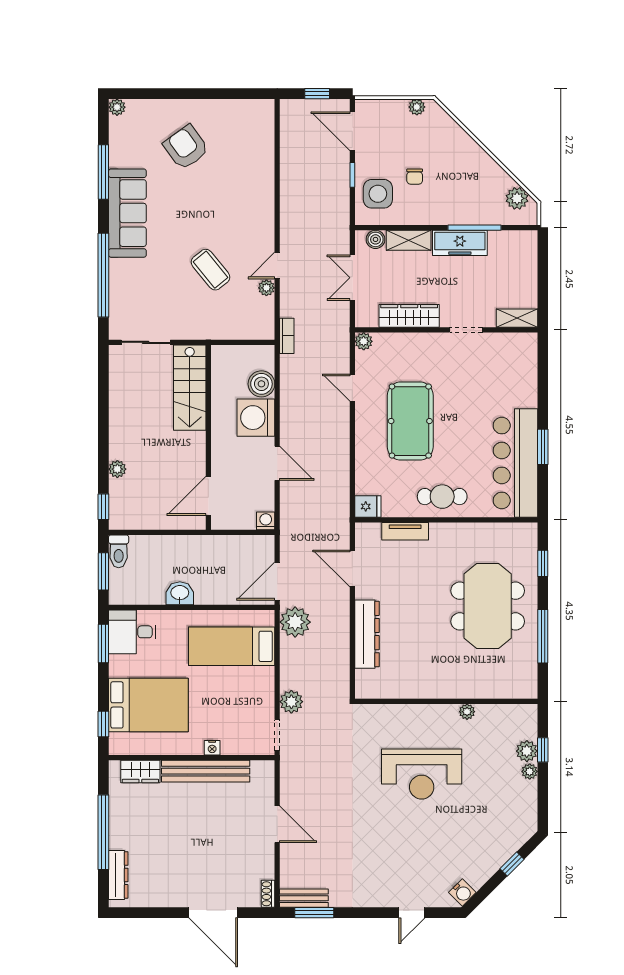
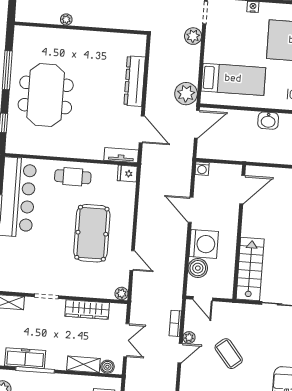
freezer: (460, 243) -> (25, 358), moved
bookcase: (287, 336) -> (175, 323), moved
door: (251, 342) -> (203, 299), added
tv unit: (405, 531) -> (121, 155), moved

